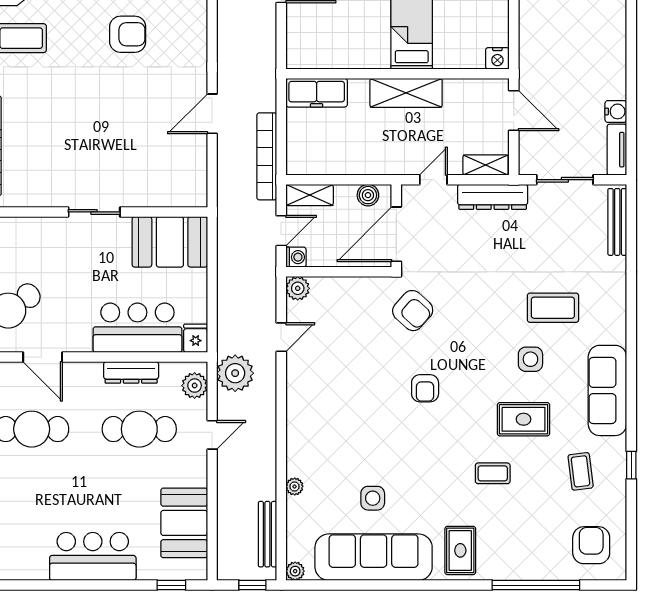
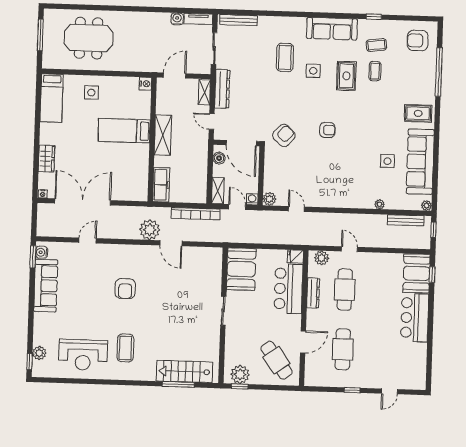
armchair: (128, 34) -> (125, 289), turned 180
plant: (235, 373) -> (150, 230), moved
coffee table: (493, 473) -> (375, 71), moved
booth: (184, 523) -> (416, 273), moved, turned 90

